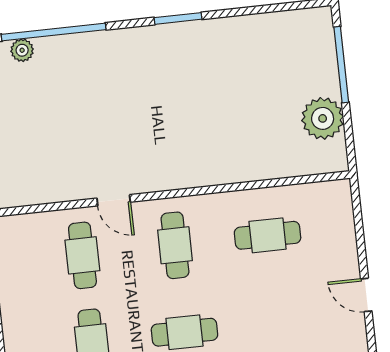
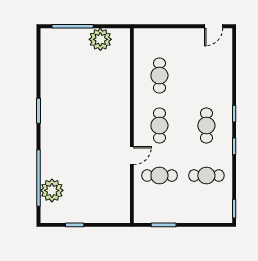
plant: (22, 50) -> (52, 190), width x1.88, depth x1.88
cafe table: (175, 245) -> (159, 126), turned 90
door: (366, 295) -> (214, 26), moved

